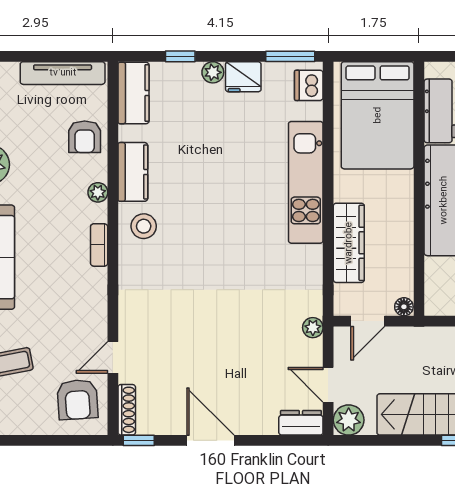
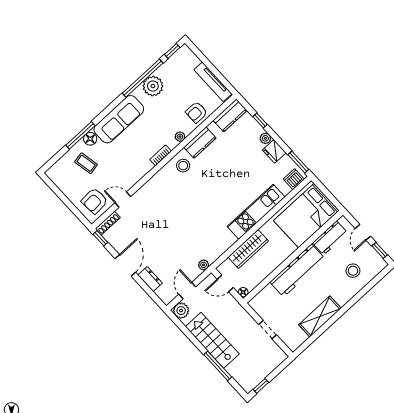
dresser: (301, 423) -> (150, 279), moved

